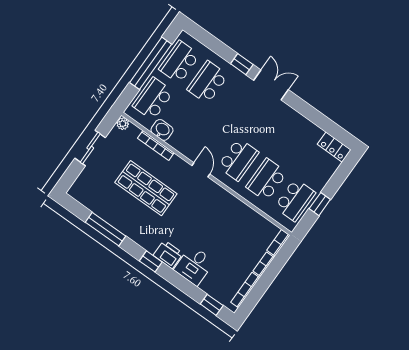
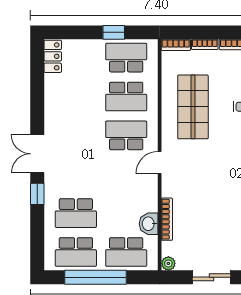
shop shelf: (146, 188) -> (193, 107), moved

